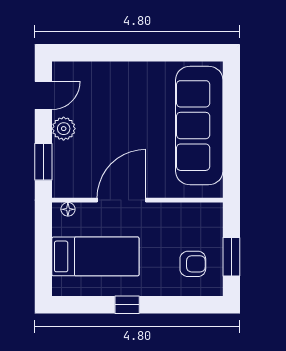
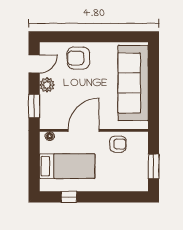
armchair: (113, 86) -> (78, 58), added
armchair: (193, 264) -> (118, 144), moved
window: (127, 305) -> (69, 197), moved

